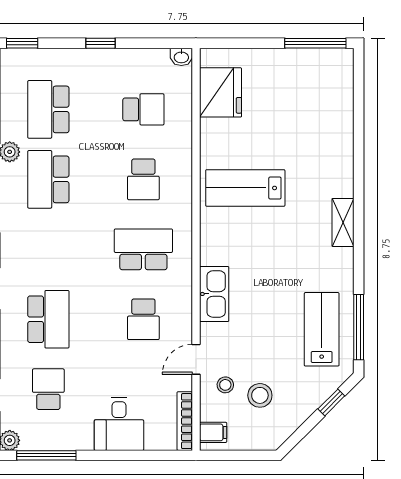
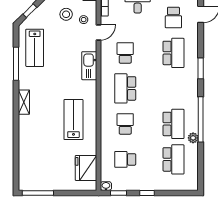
window: (22, 43) -> (118, 193), moved
lab bench: (245, 188) -> (73, 120), turned -90
school desk: (143, 249) -> (125, 88), turned 90
school desk: (48, 319) -> (173, 53), turned 180
window: (359, 327) -> (16, 64), moved

